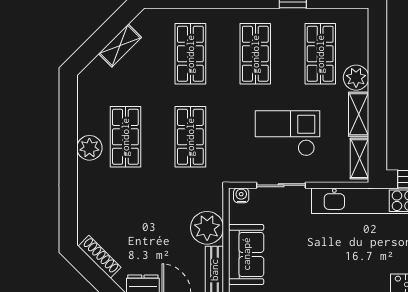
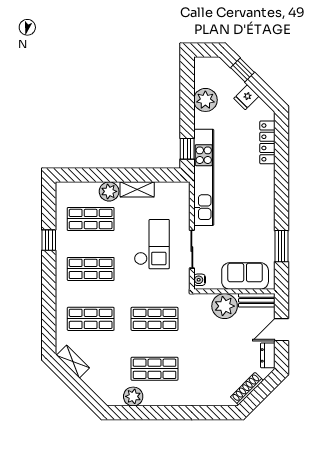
shelving: (120, 46) -> (73, 362), moved
checkout: (288, 133) -> (152, 244), turned 180
plant: (89, 148) -> (133, 396), moved
shelving: (360, 159) -> (171, 189), removed

